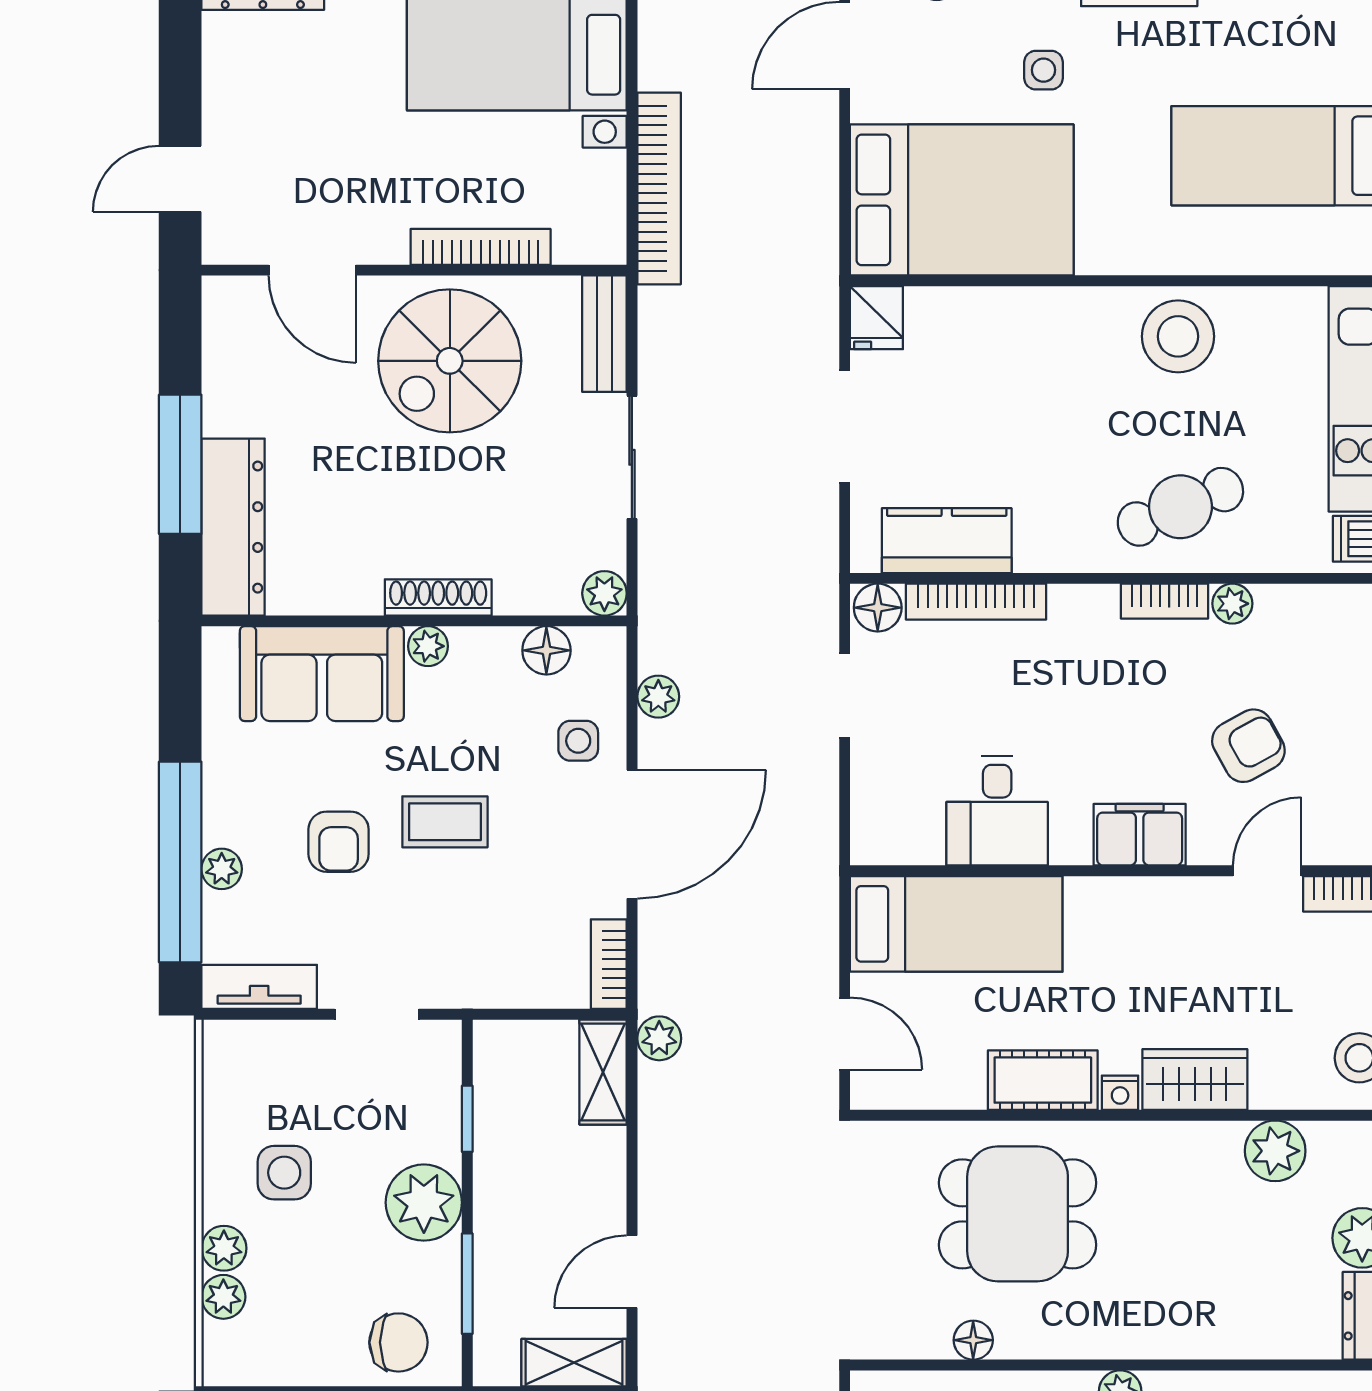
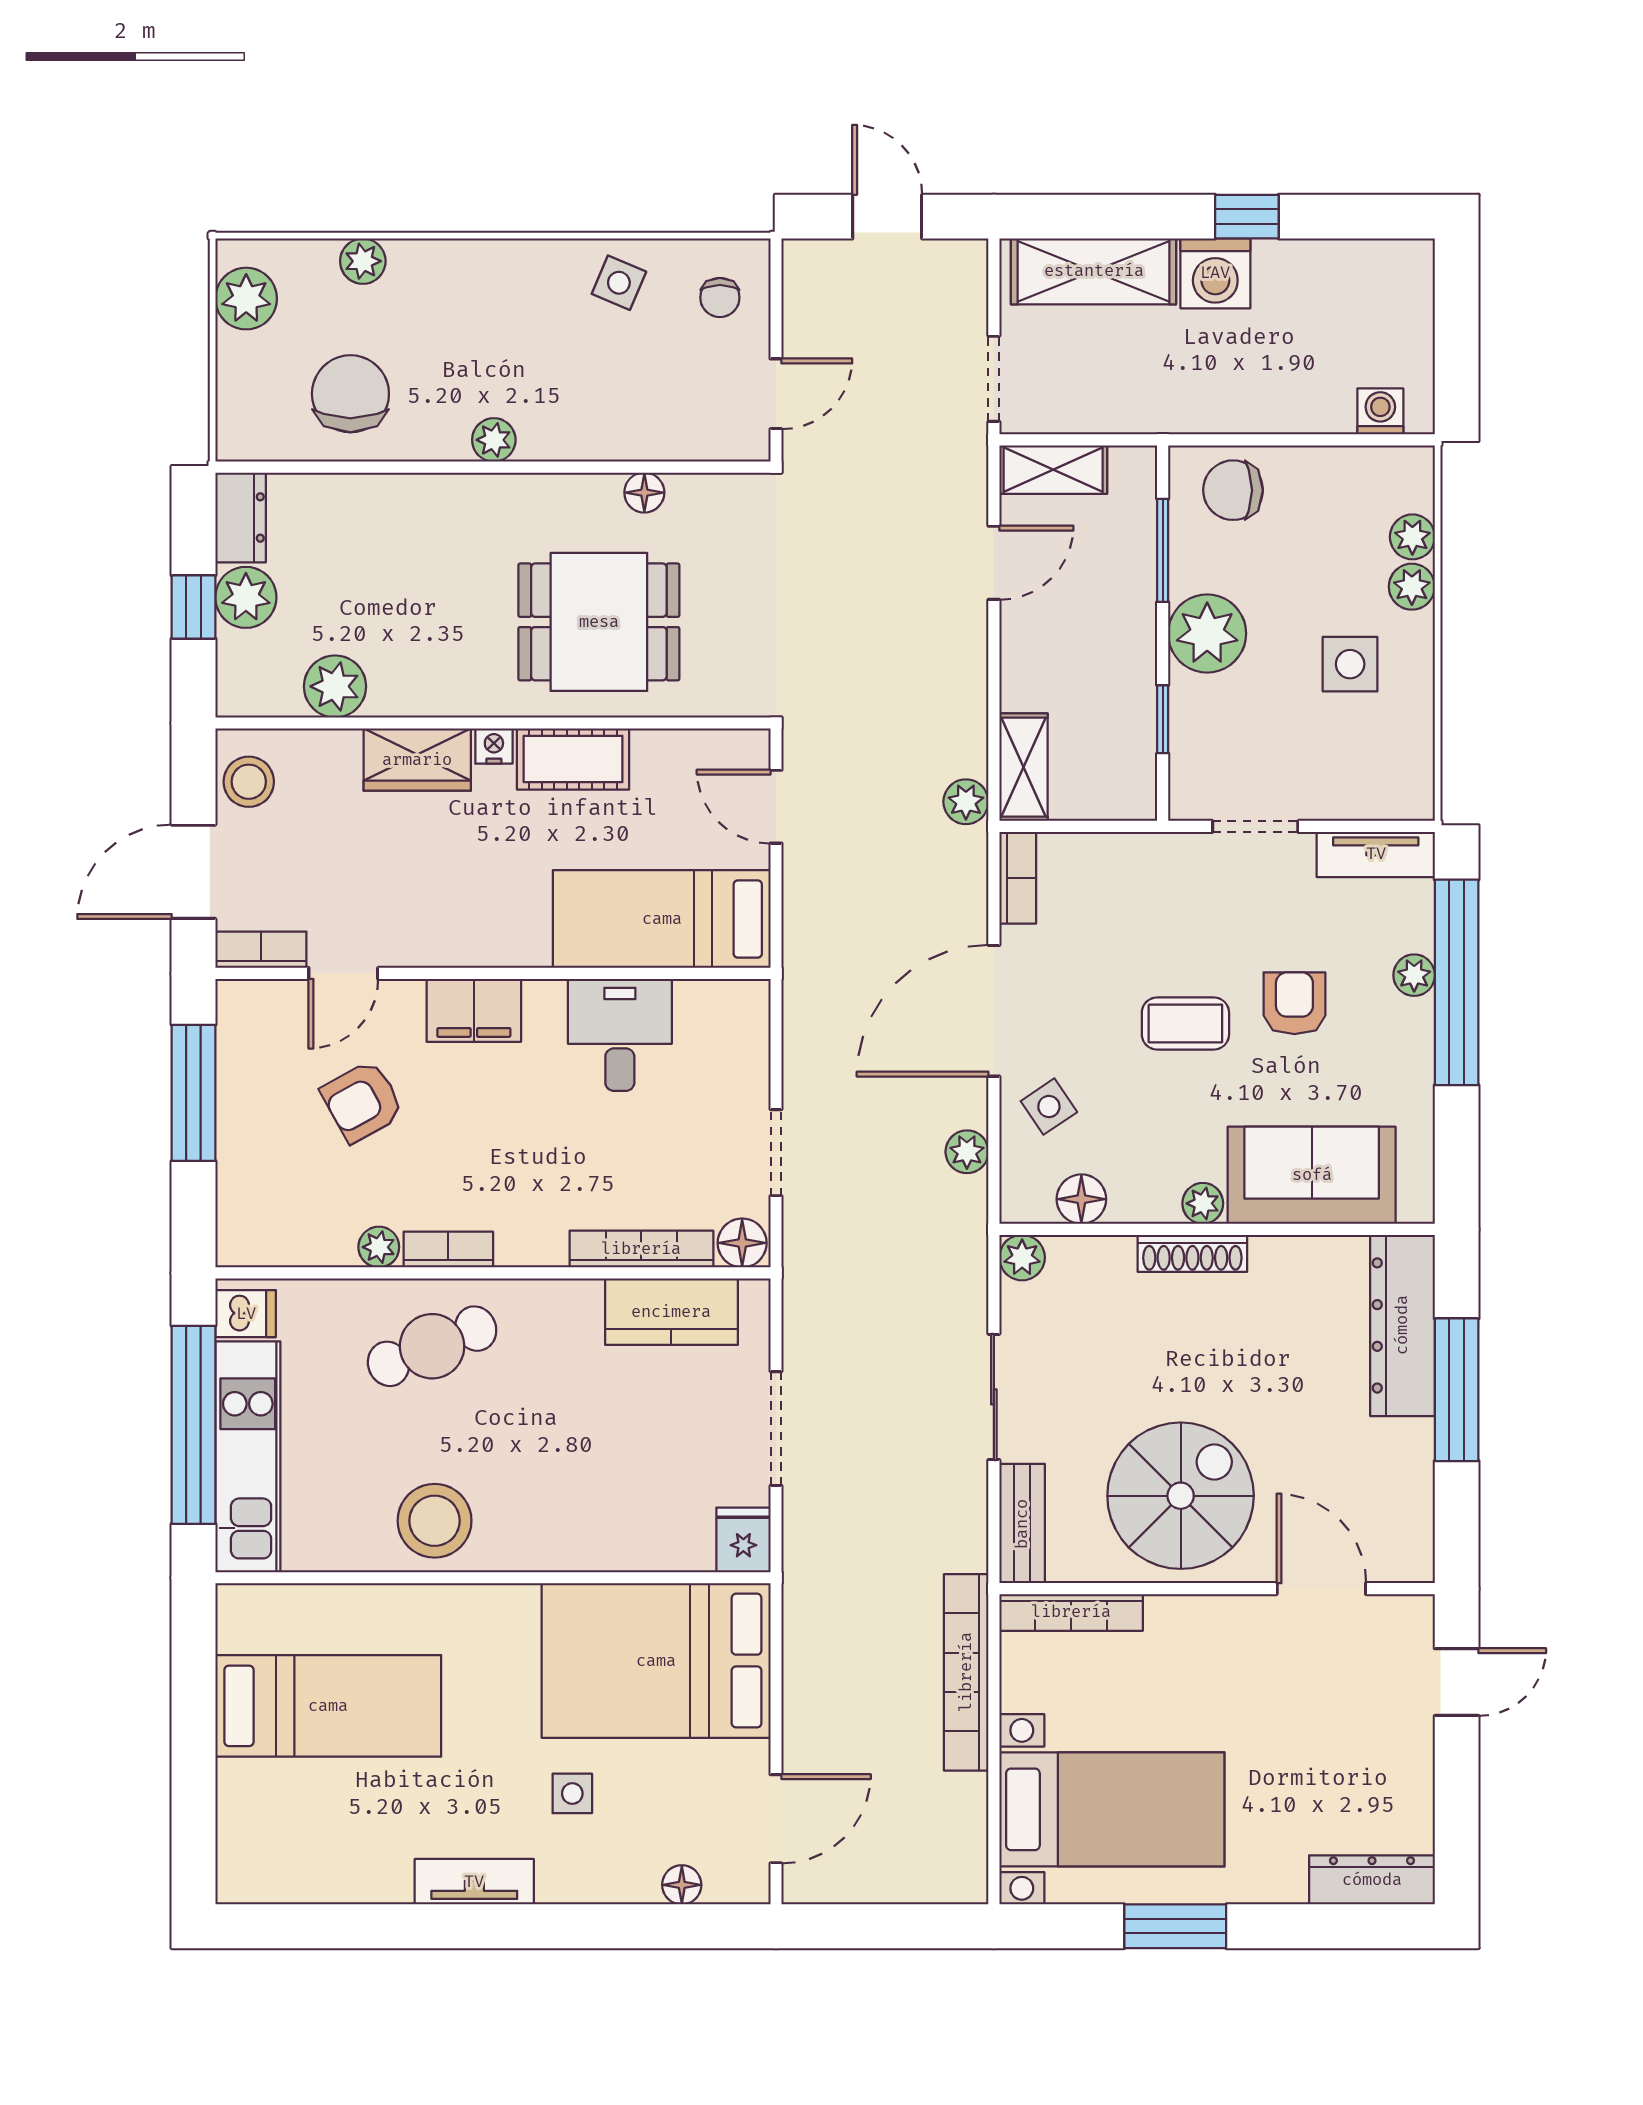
bookcase: (481, 247) -> (1071, 1612), moved
side table: (578, 741) -> (1049, 1107), turned -34

